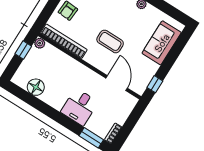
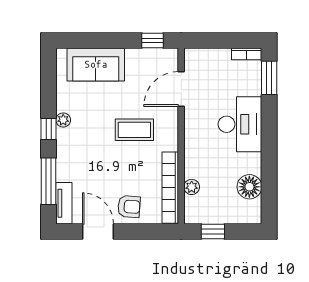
coffee table: (110, 41) -> (134, 130), turned 90
plant: (40, 43) -> (192, 187), moved
desk: (79, 107) -> (240, 124), width x1.37

